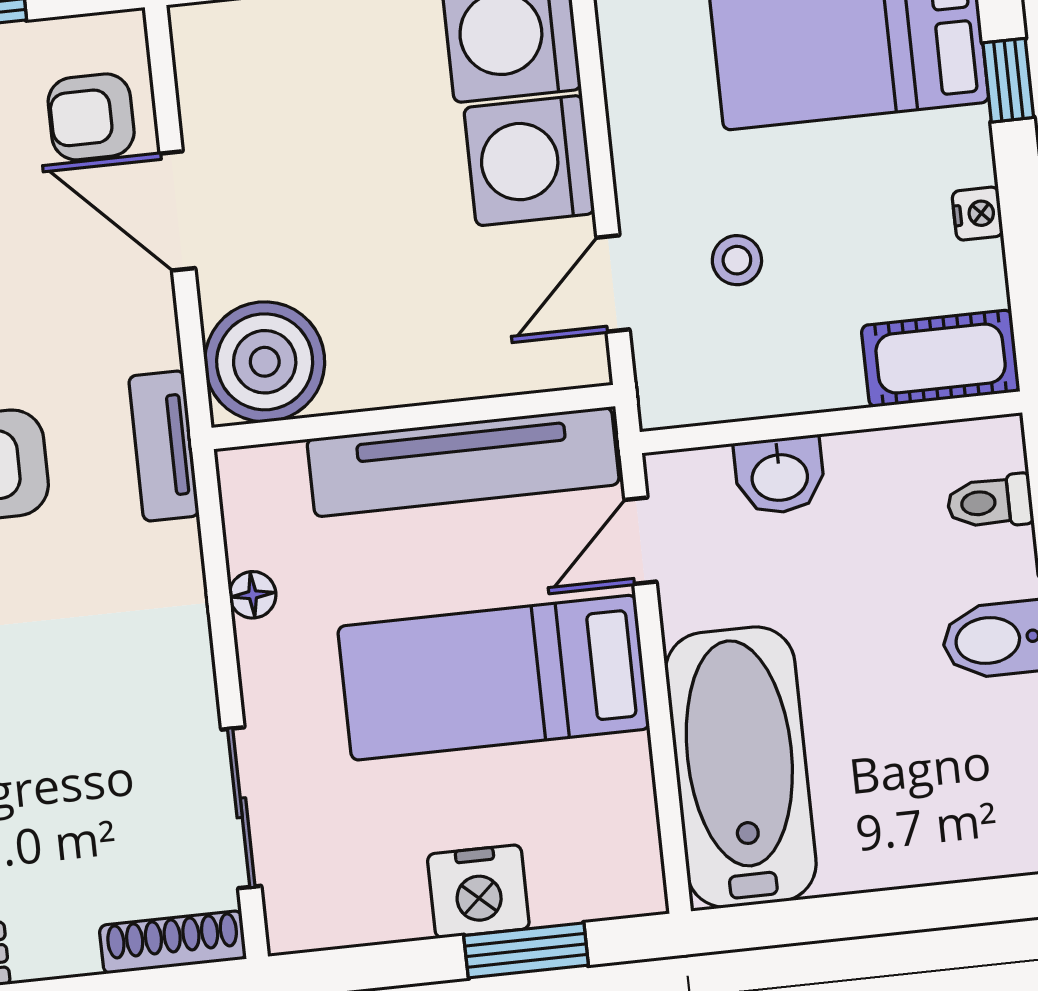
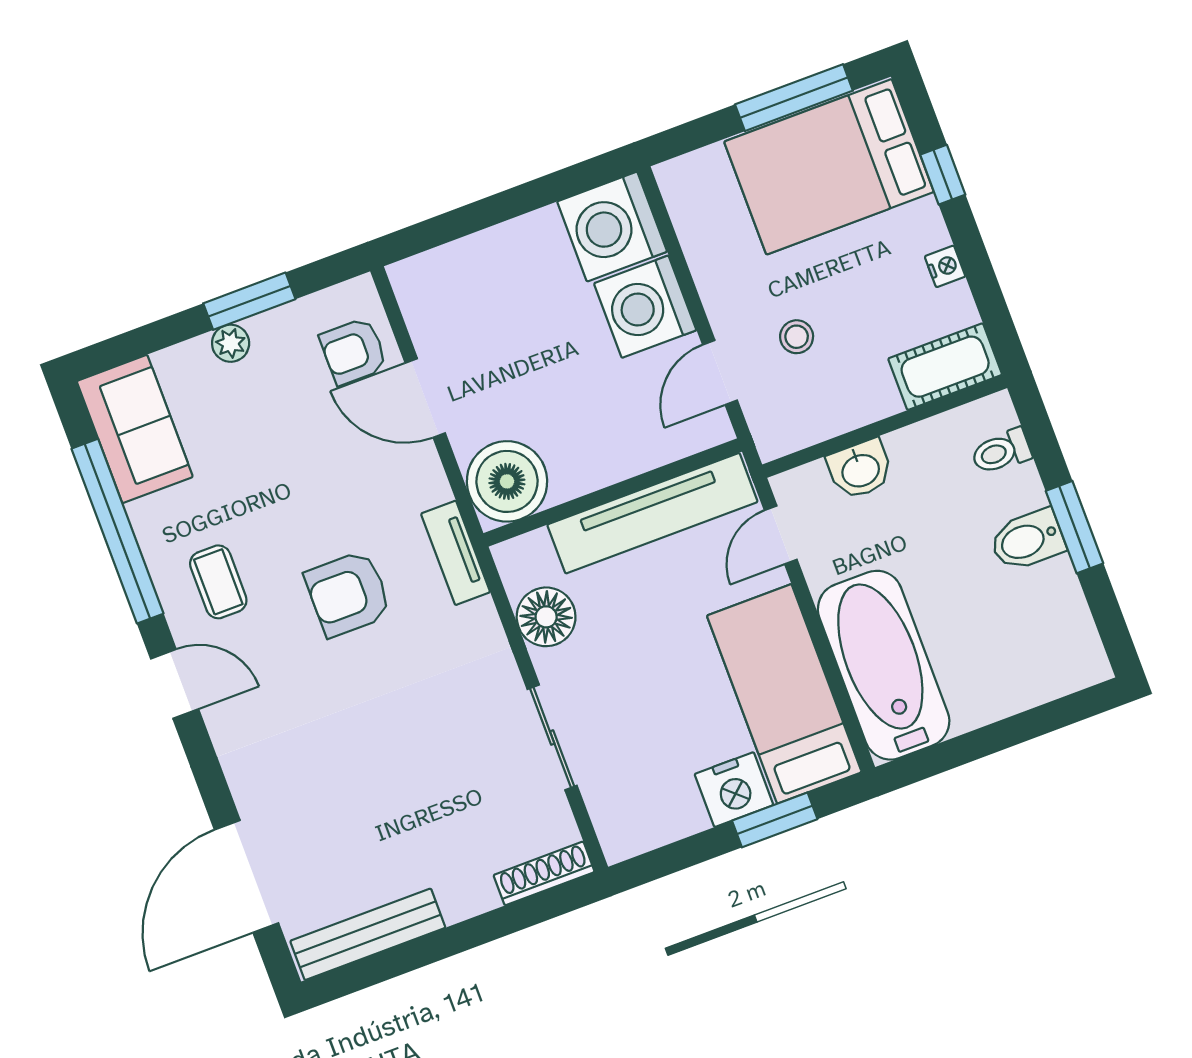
floor lamp: (253, 595) -> (546, 617), width x1.89, depth x1.89
bed: (494, 678) -> (784, 694), moved, turned 90
sliding door: (241, 808) -> (552, 737), moved

